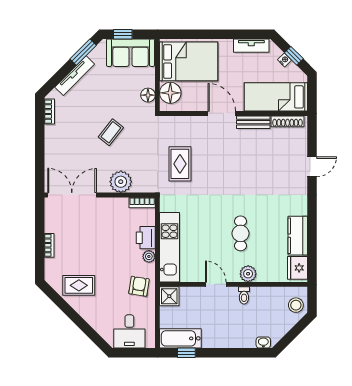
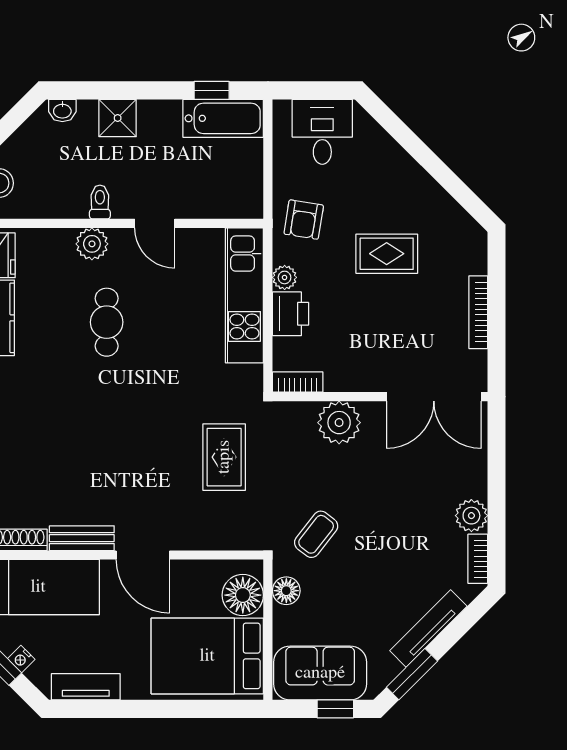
coffee table: (111, 132) -> (316, 534), moved
plant: (53, 134) -> (471, 516), added
bookcase: (49, 245) -> (478, 312), width x1.56
rug: (79, 285) -> (387, 254), moved
shower: (169, 296) -> (118, 118), moved

